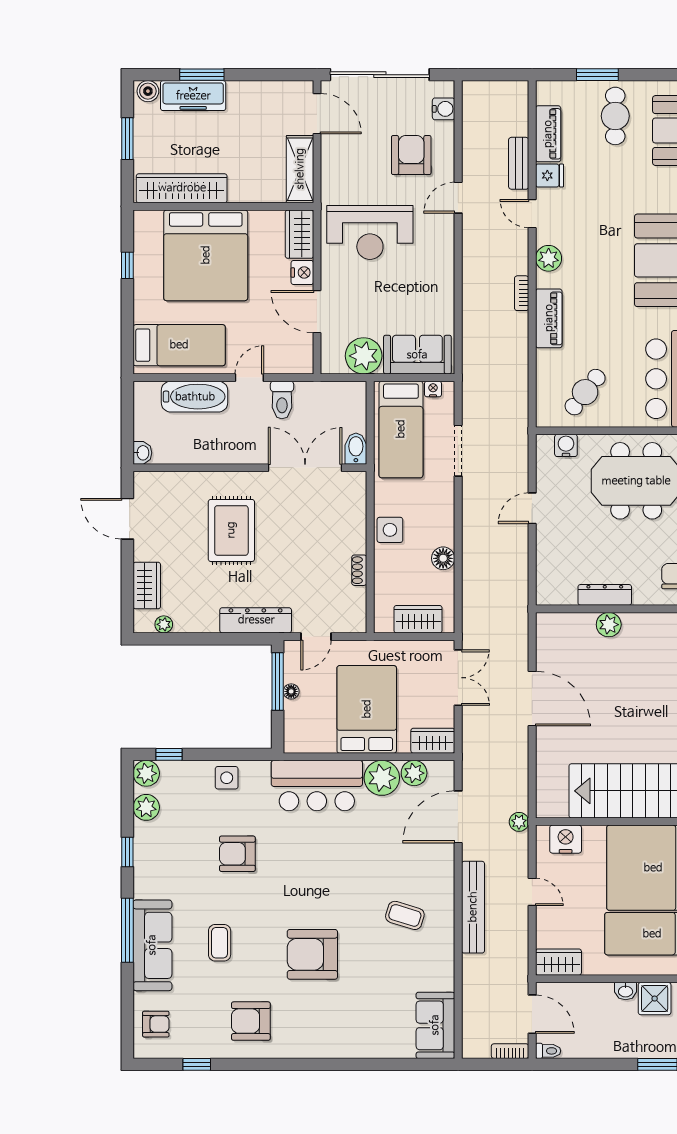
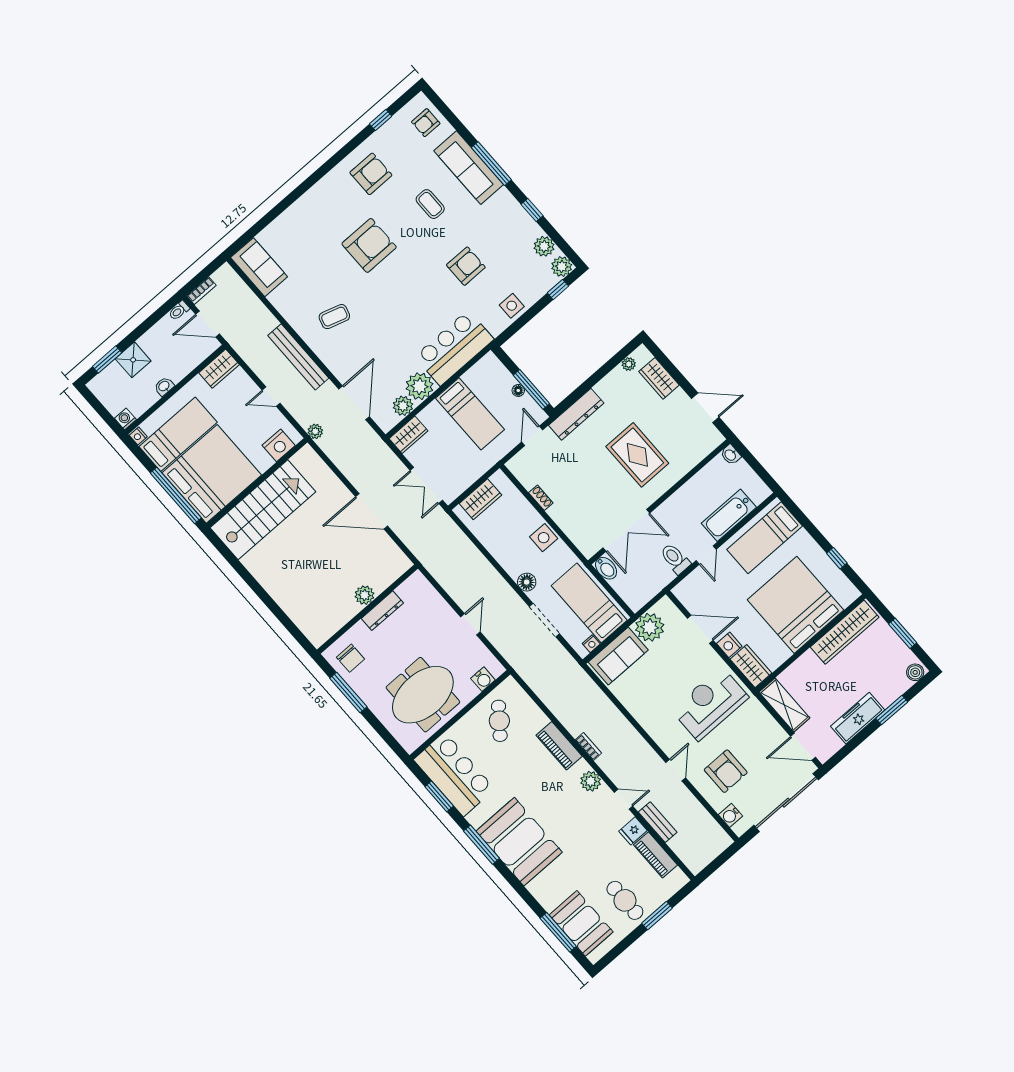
freezer: (193, 96) -> (858, 718), moved
floor lamp: (443, 558) -> (527, 582), moved
bed: (367, 709) -> (470, 414), width x0.67
shower: (655, 999) -> (133, 360), moved

